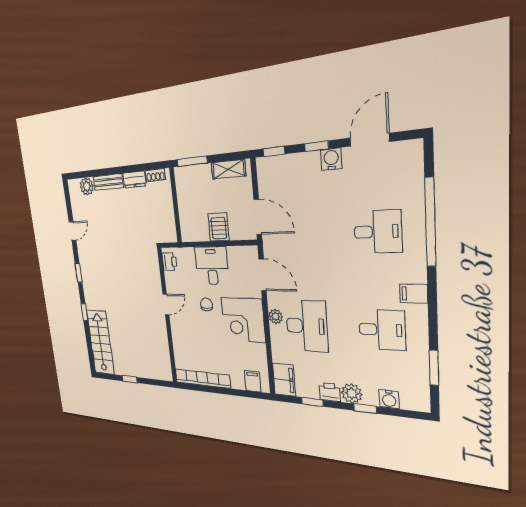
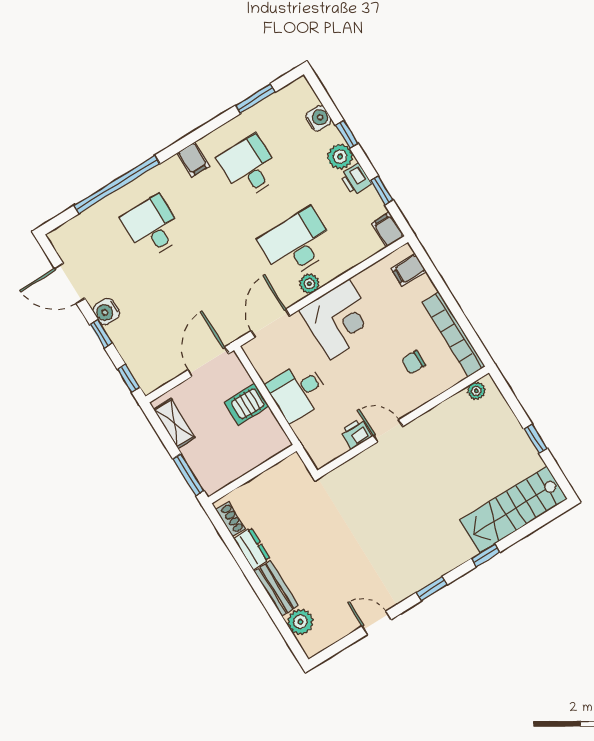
printer: (169, 262) -> (356, 434), moved
chair: (206, 304) -> (414, 362), moved
plant: (166, 368) -> (476, 391), added
filing cabinet: (284, 380) -> (388, 230), width x0.50

